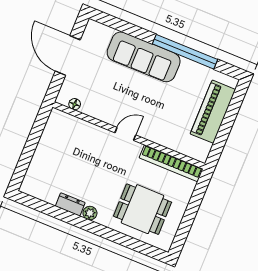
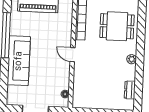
dresser: (70, 204) -> (130, 90), moved
dining table: (143, 209) -> (117, 26), turned 90

